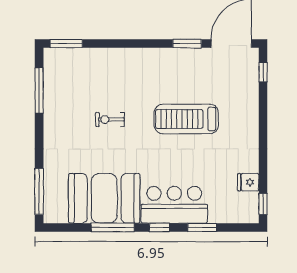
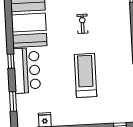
window: (113, 227) -> (9, 29), removed
window: (202, 227) -> (13, 102), moved

